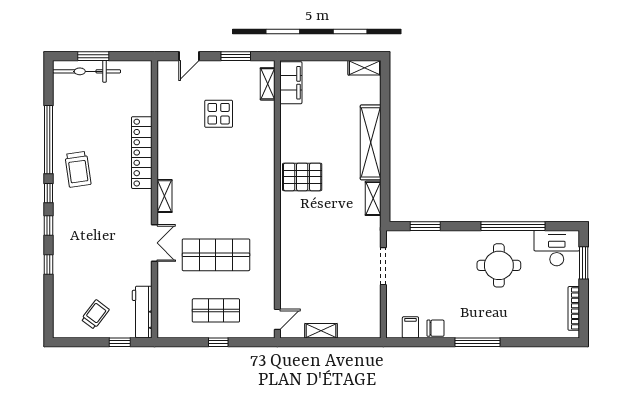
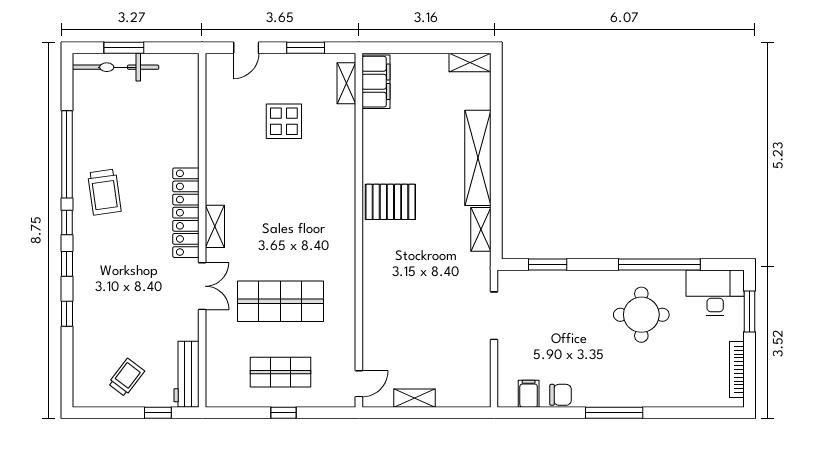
locker: (142, 153) -> (186, 213), moved

